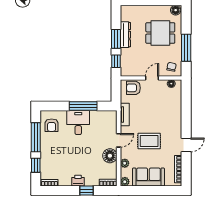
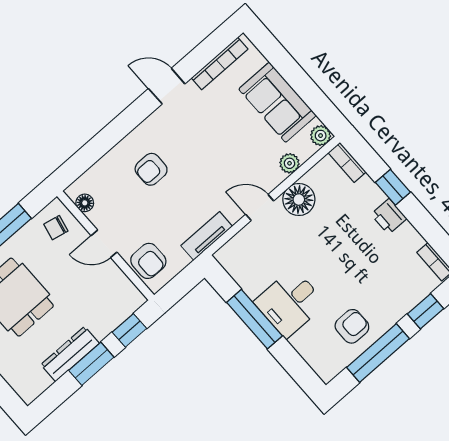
armchair: (163, 115) -> (151, 169), added
armchair: (52, 125) -> (352, 326), moved
rug: (149, 141) -> (215, 155), removed

